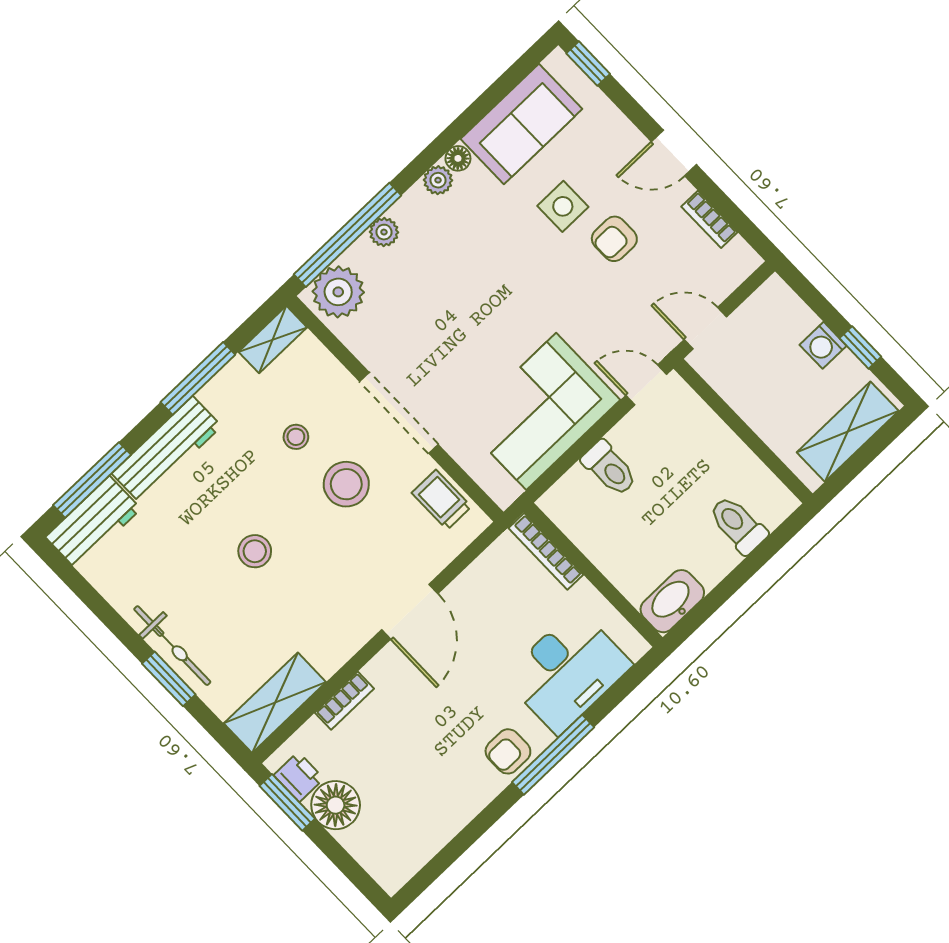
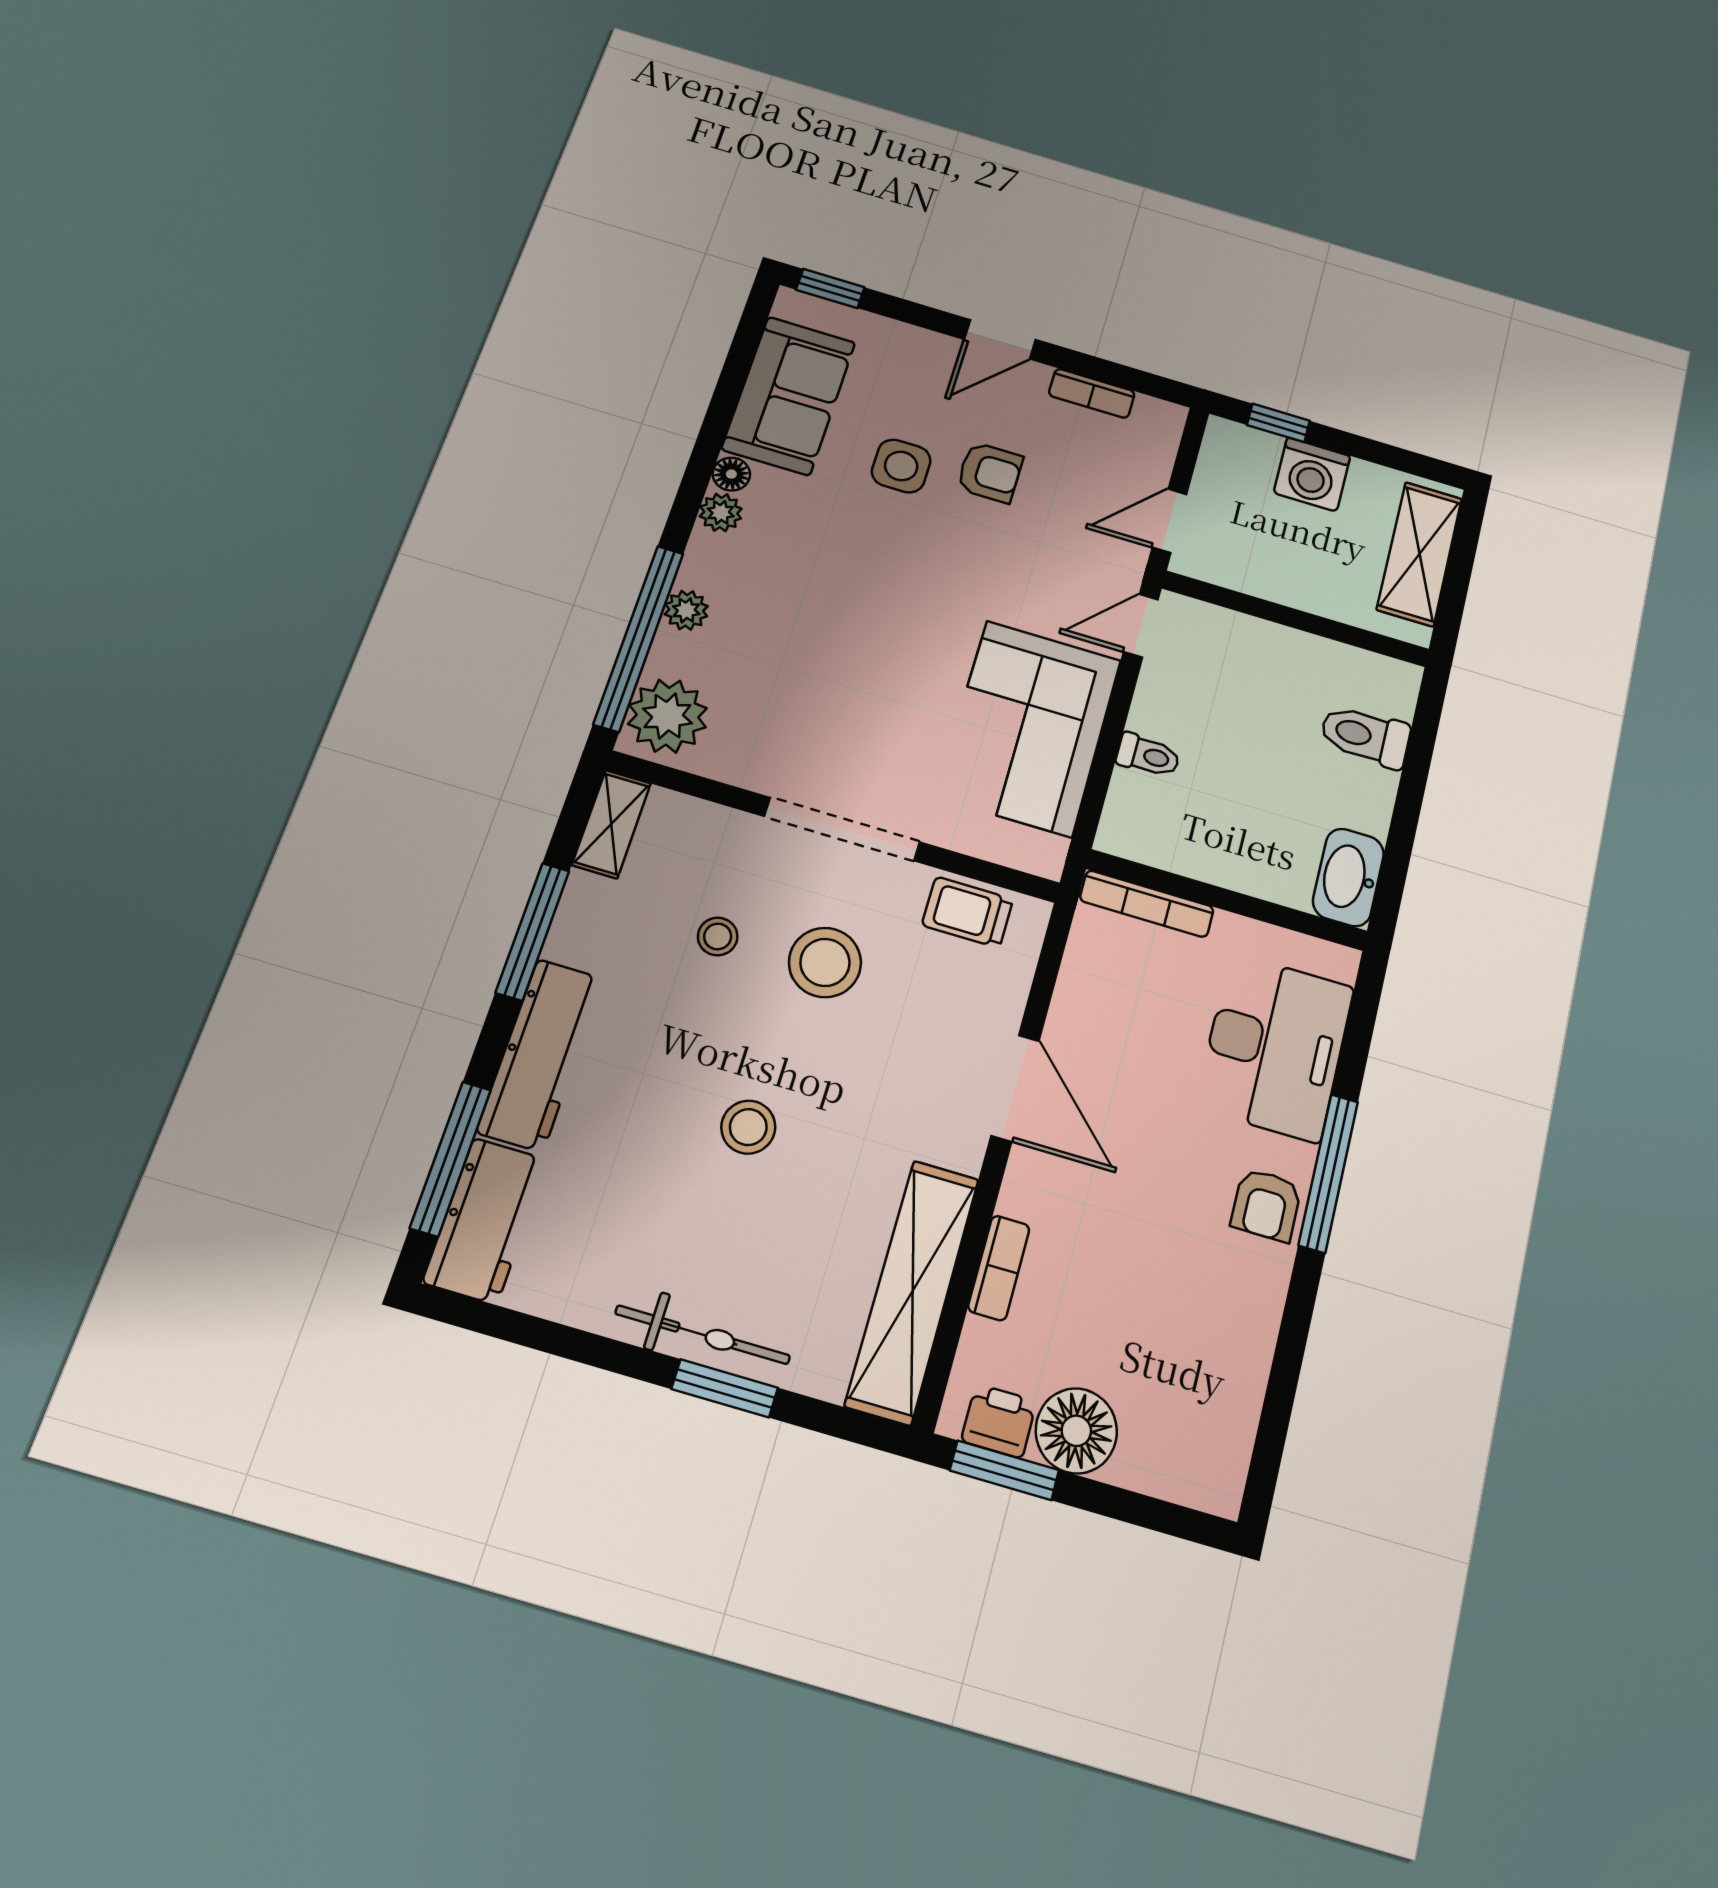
armchair: (614, 239) -> (990, 472), turned -90
washing machine: (823, 345) -> (1312, 474), width x1.38, depth x1.38
window: (860, 347) -> (1278, 423), moved
toilet: (609, 468) -> (1148, 755), width x0.73, depth x0.72
shelving: (275, 703) -> (912, 1291), width x1.47

